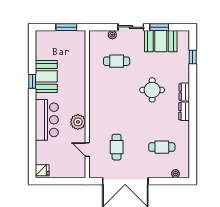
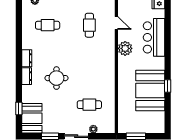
booth: (161, 41) -> (32, 118), moved, turned 90
booth: (46, 76) -> (150, 91), width x1.36, depth x1.42
bar counter: (47, 120) -> (154, 37), moved

